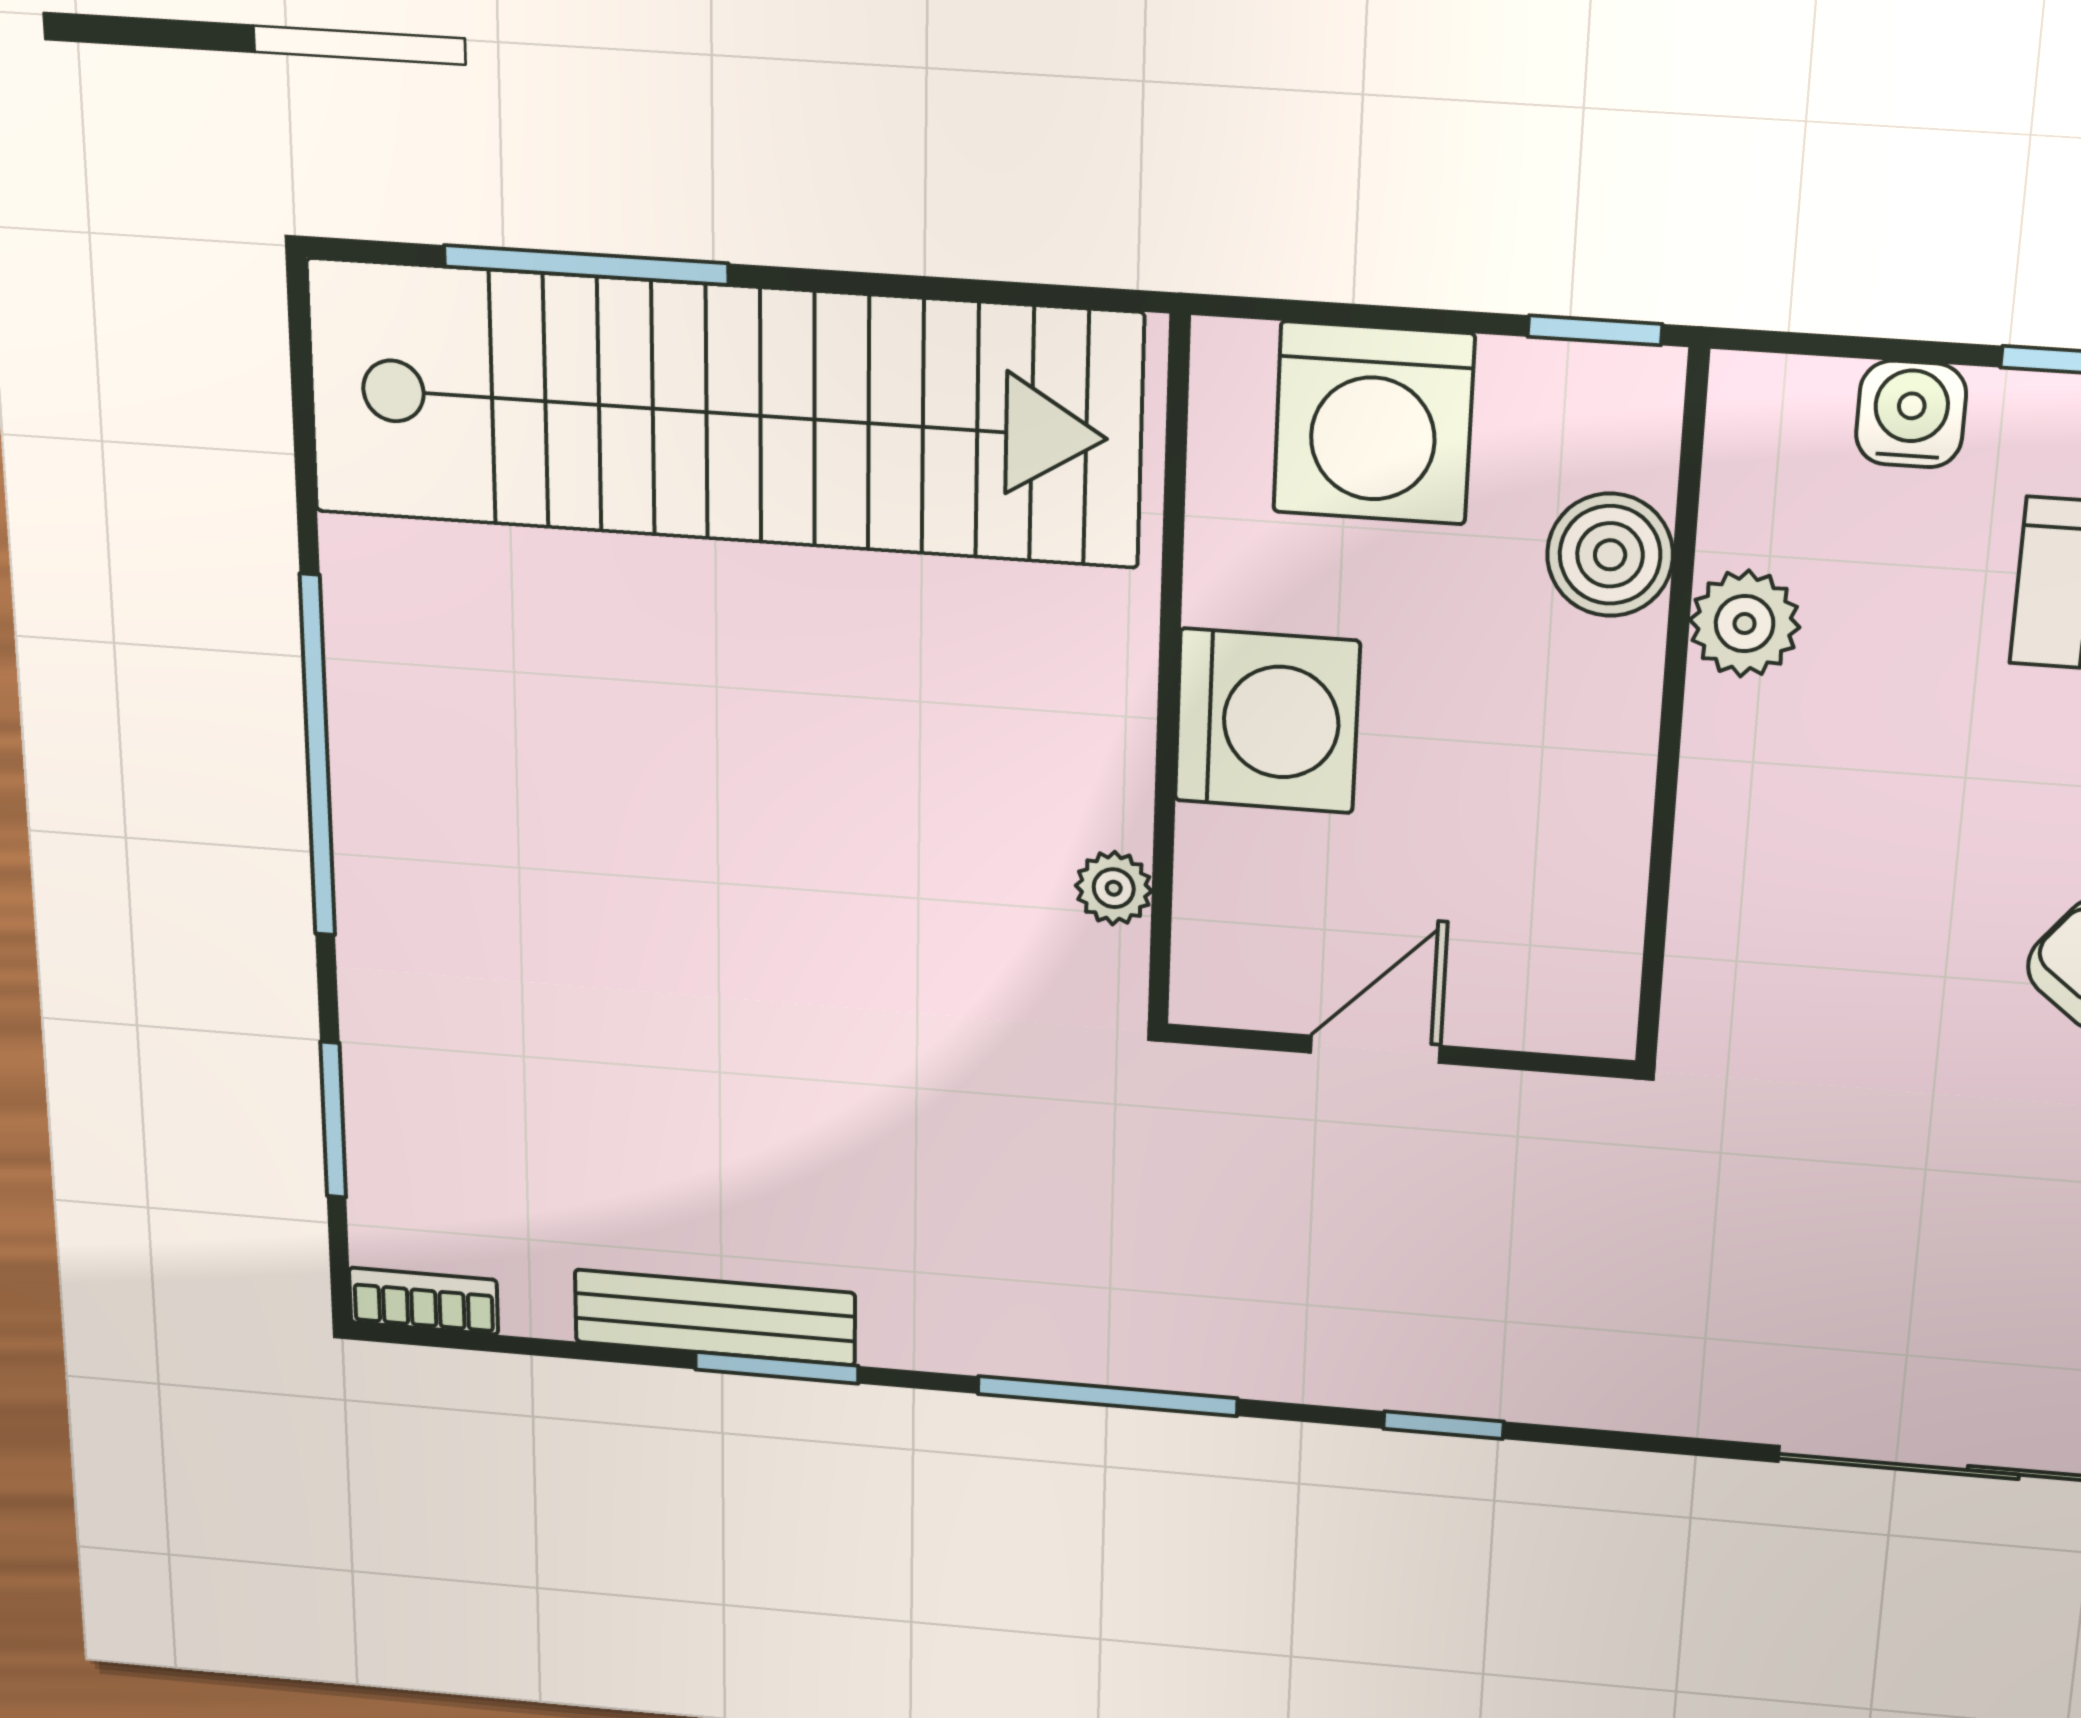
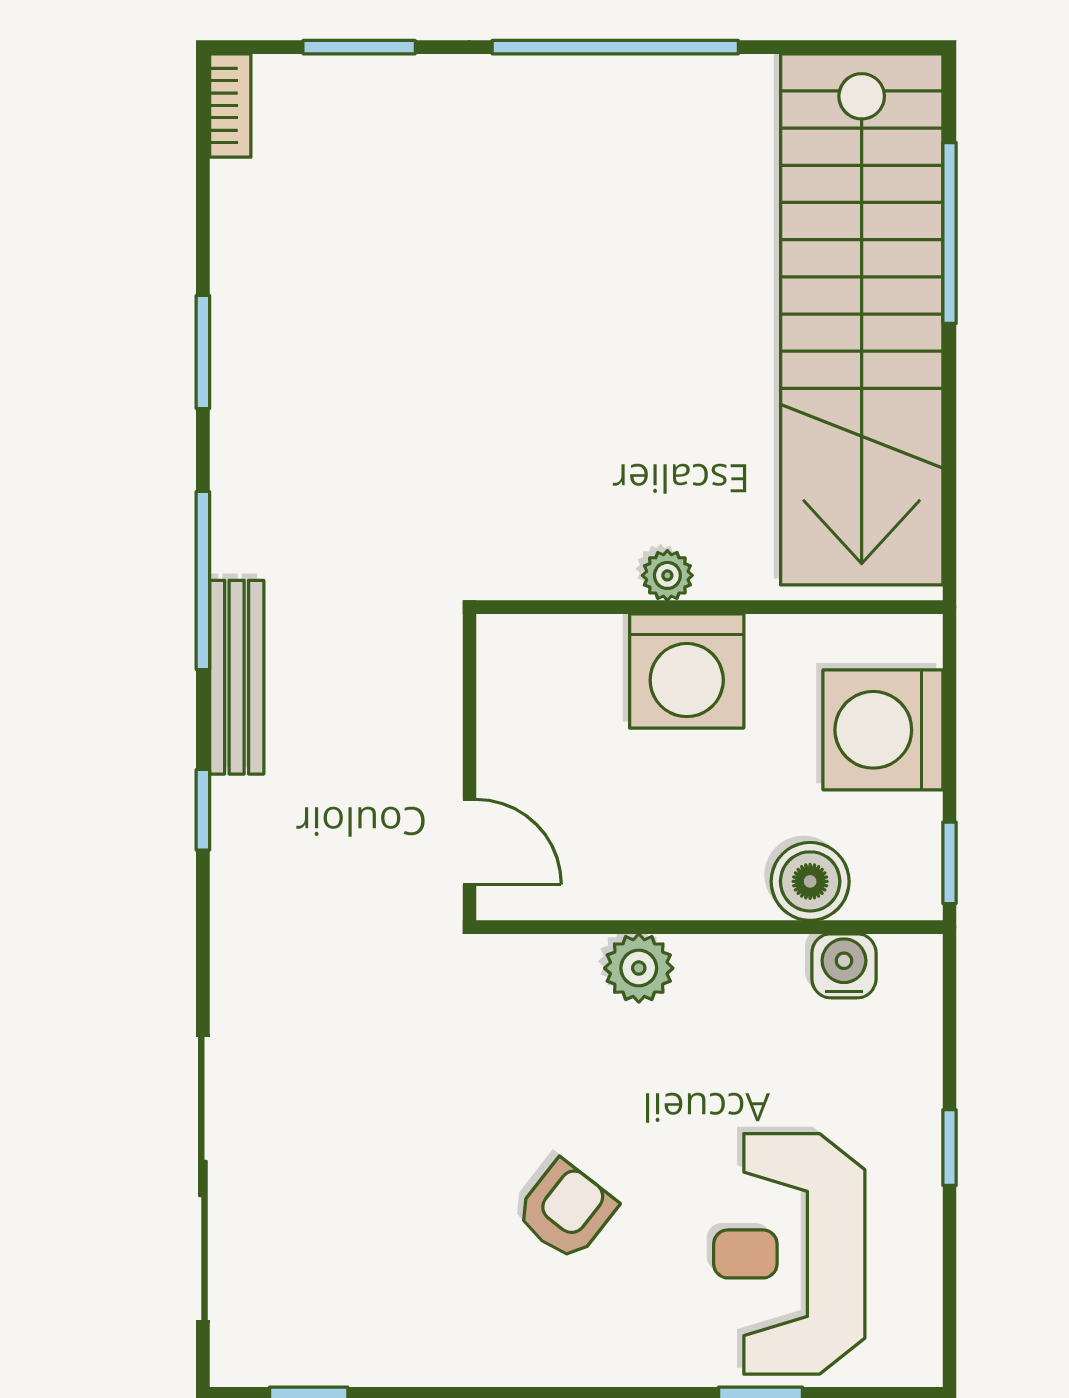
water cooler: (1911, 414) -> (844, 966), moved, turned -90
plant: (1745, 624) -> (639, 968), moved
plant: (1114, 888) -> (667, 575), moved
door: (1375, 1049) -> (470, 842), moved
bench: (715, 1317) -> (237, 677), moved

